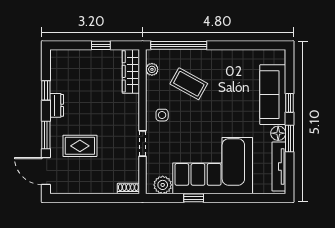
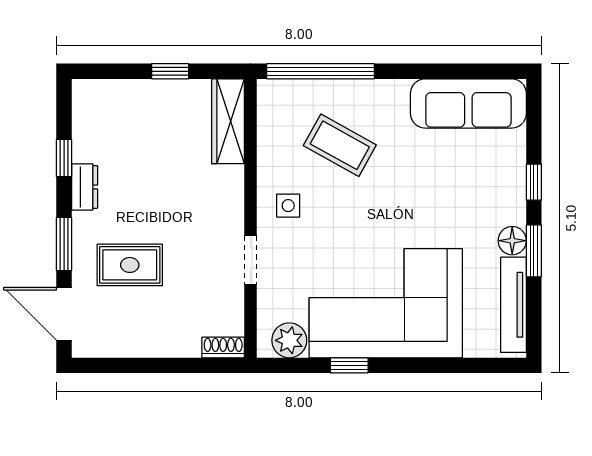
plant: (152, 69) -> (269, 117), removed
sofa: (273, 95) -> (468, 103), moved, turned -90

